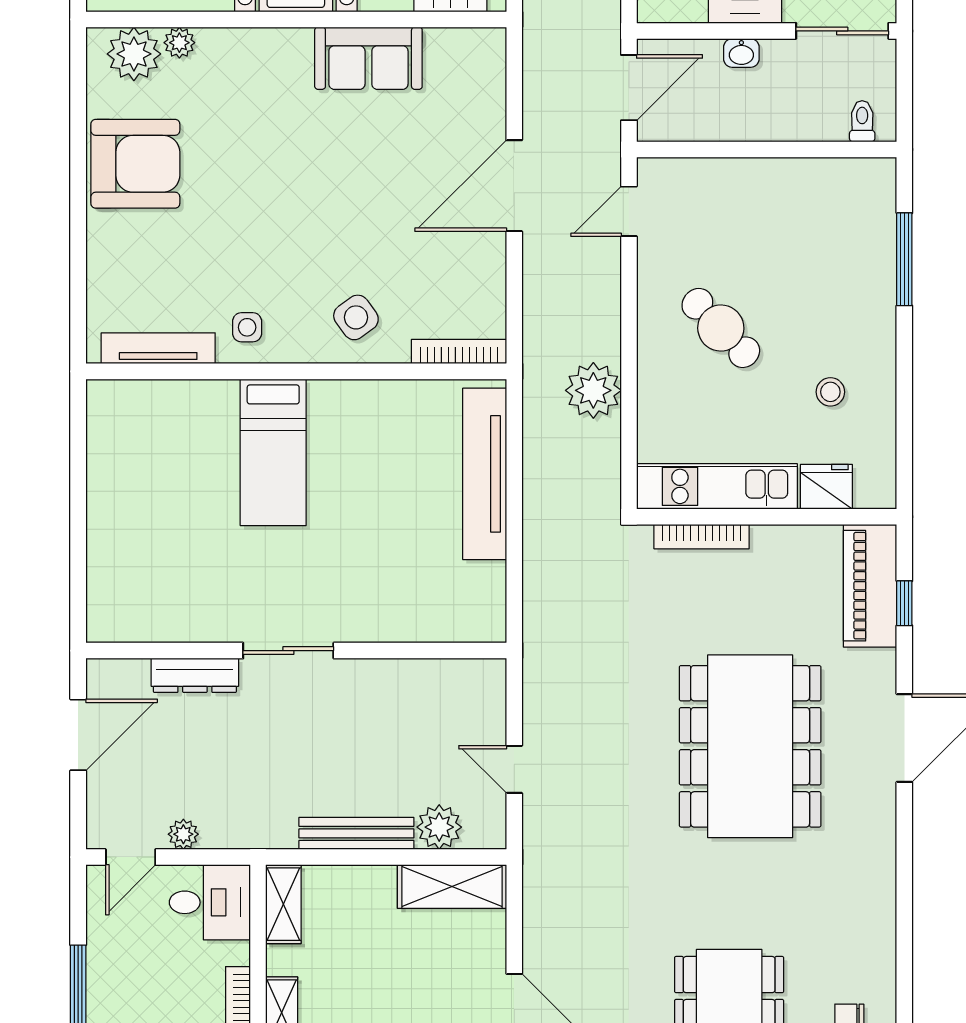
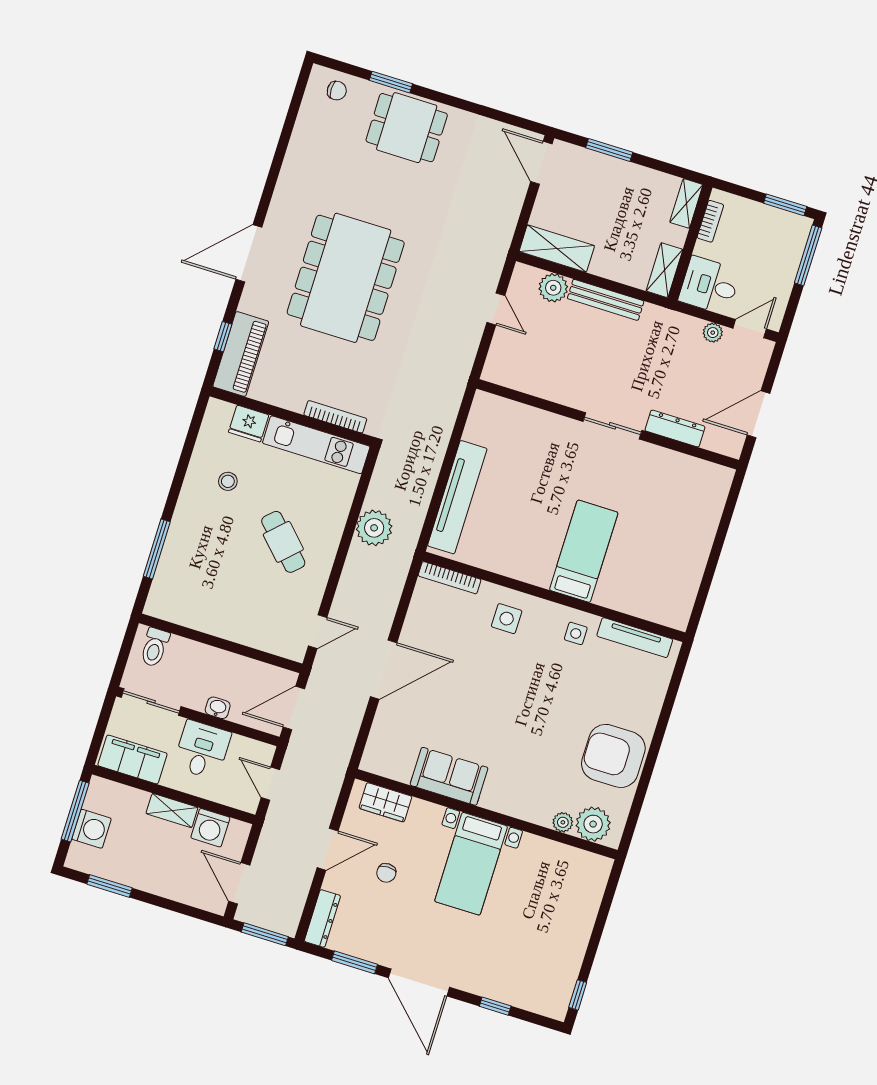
toilet: (862, 121) -> (155, 647), width x1.37, depth x1.39
side table: (356, 317) -> (507, 619), turned 36

